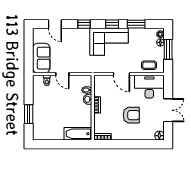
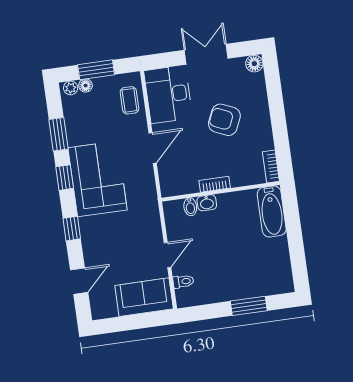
armchair: (131, 115) -> (224, 120), turned -66

